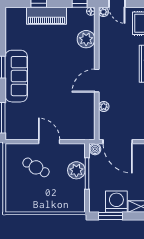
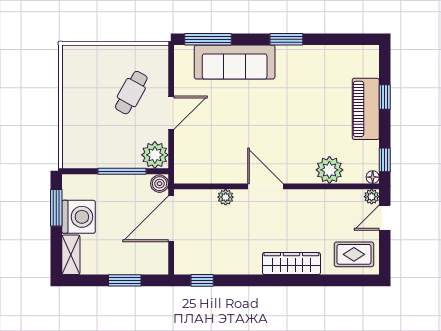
sofa: (16, 76) -> (235, 62), moved
plant: (76, 170) -> (155, 155), moved

